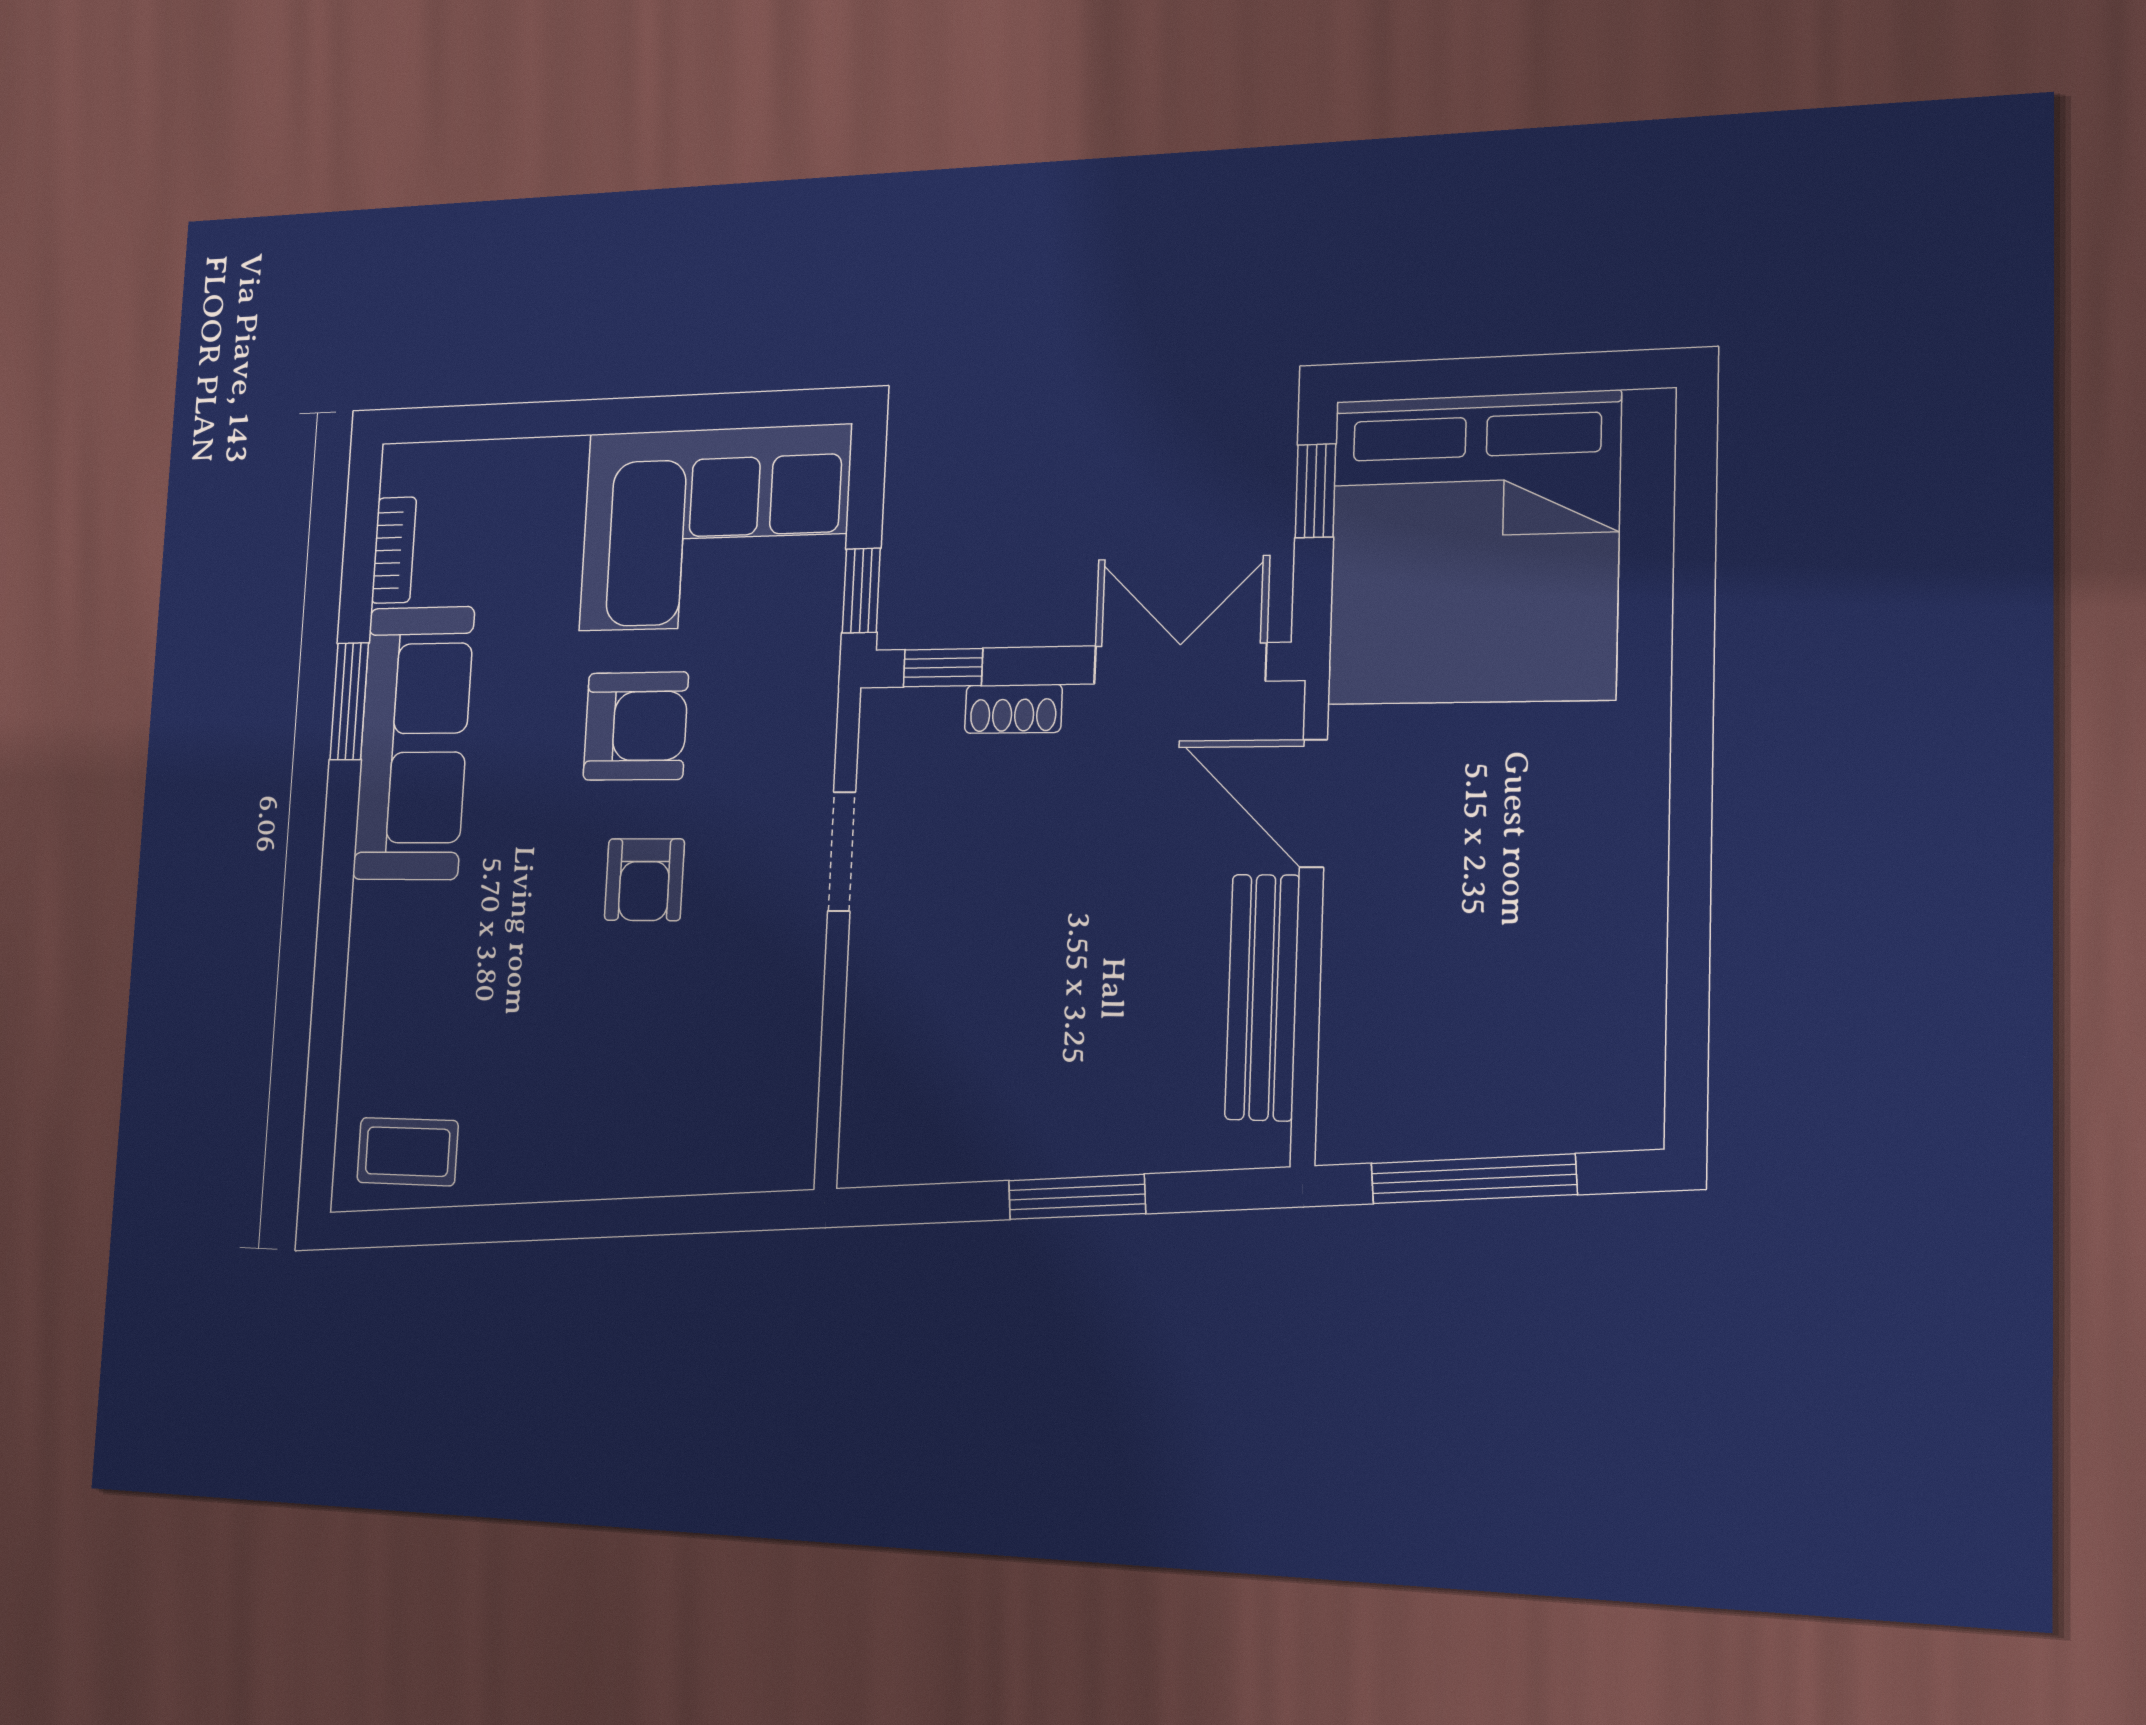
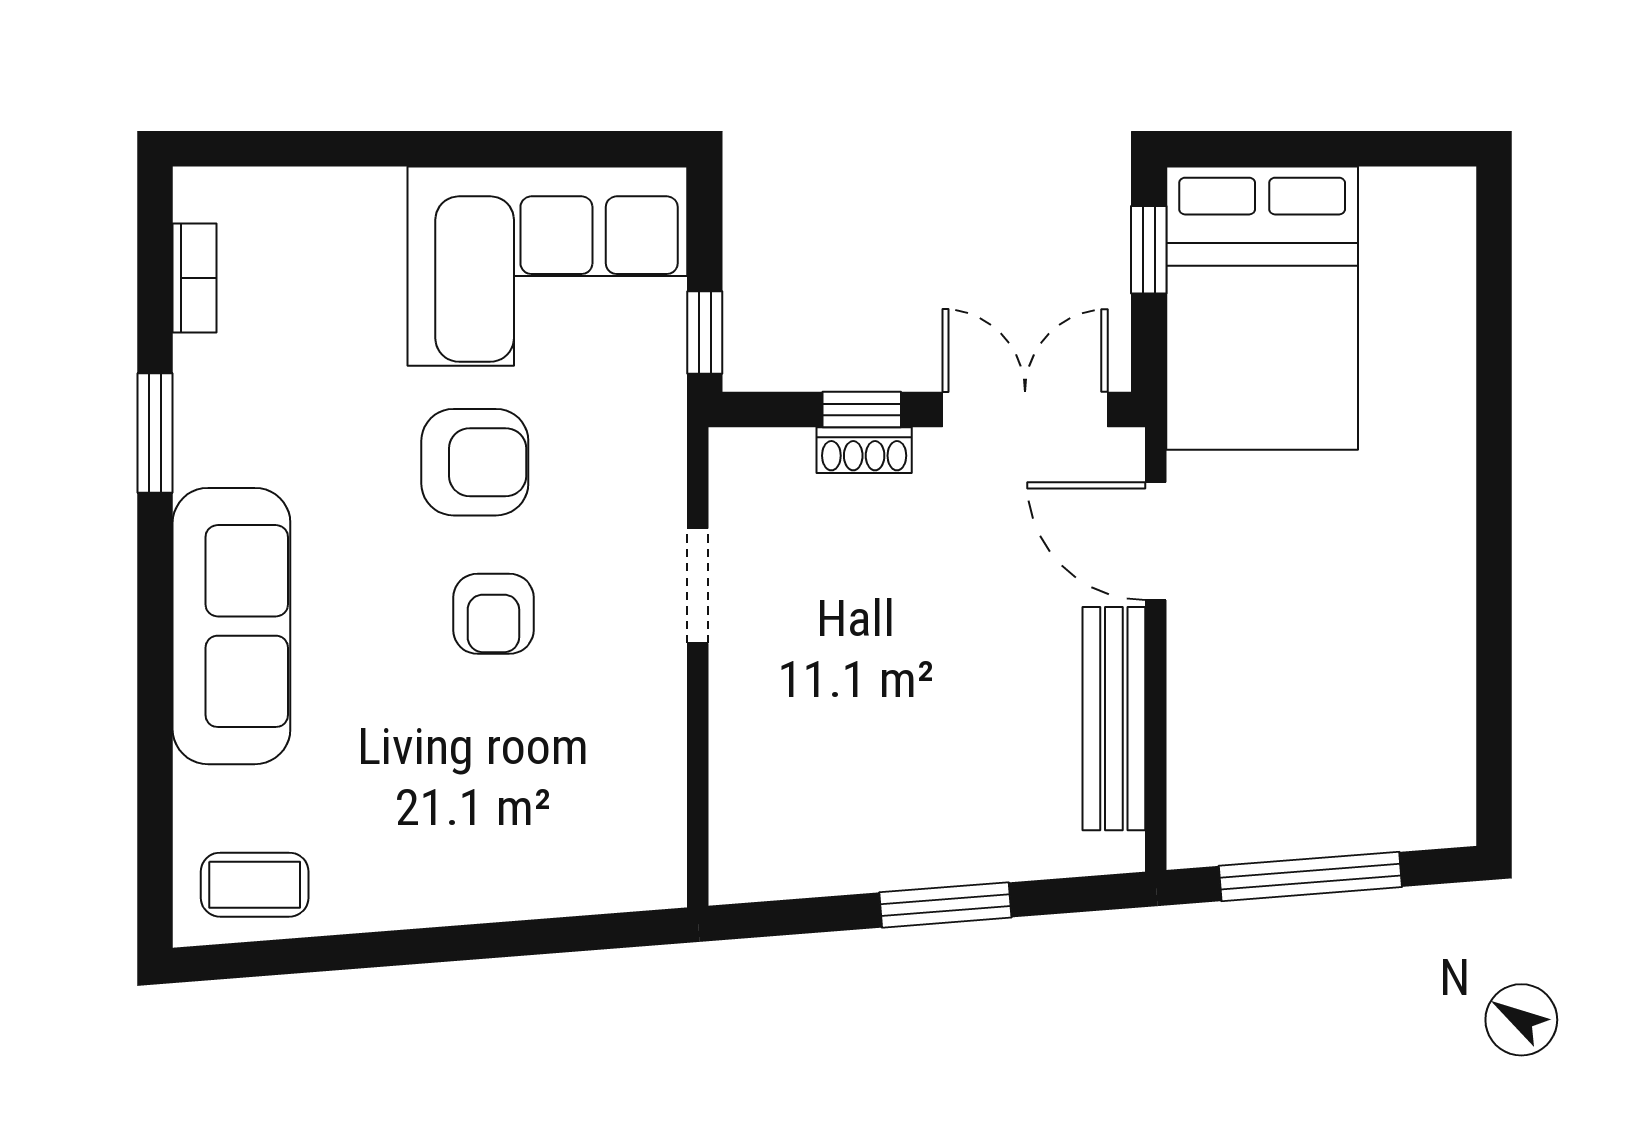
bed: (1474, 548) -> (1262, 308), width x0.73
window: (943, 668) -> (862, 409), moved
sofa: (414, 743) -> (231, 626), moved

